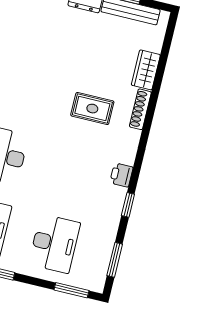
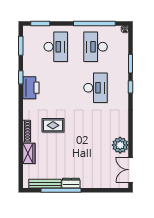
printer: (121, 175) -> (31, 88), width x1.87, depth x1.48
desk: (54, 244) -> (56, 47), turned 180

